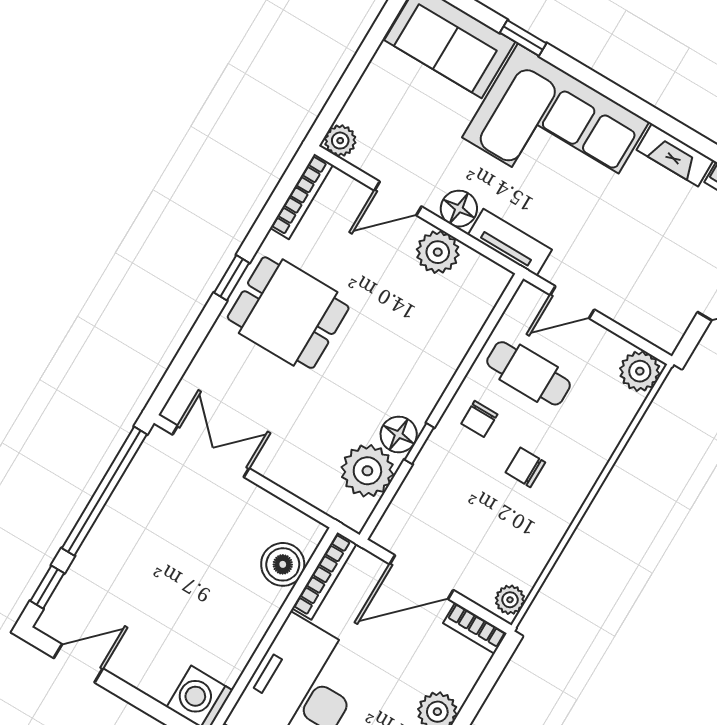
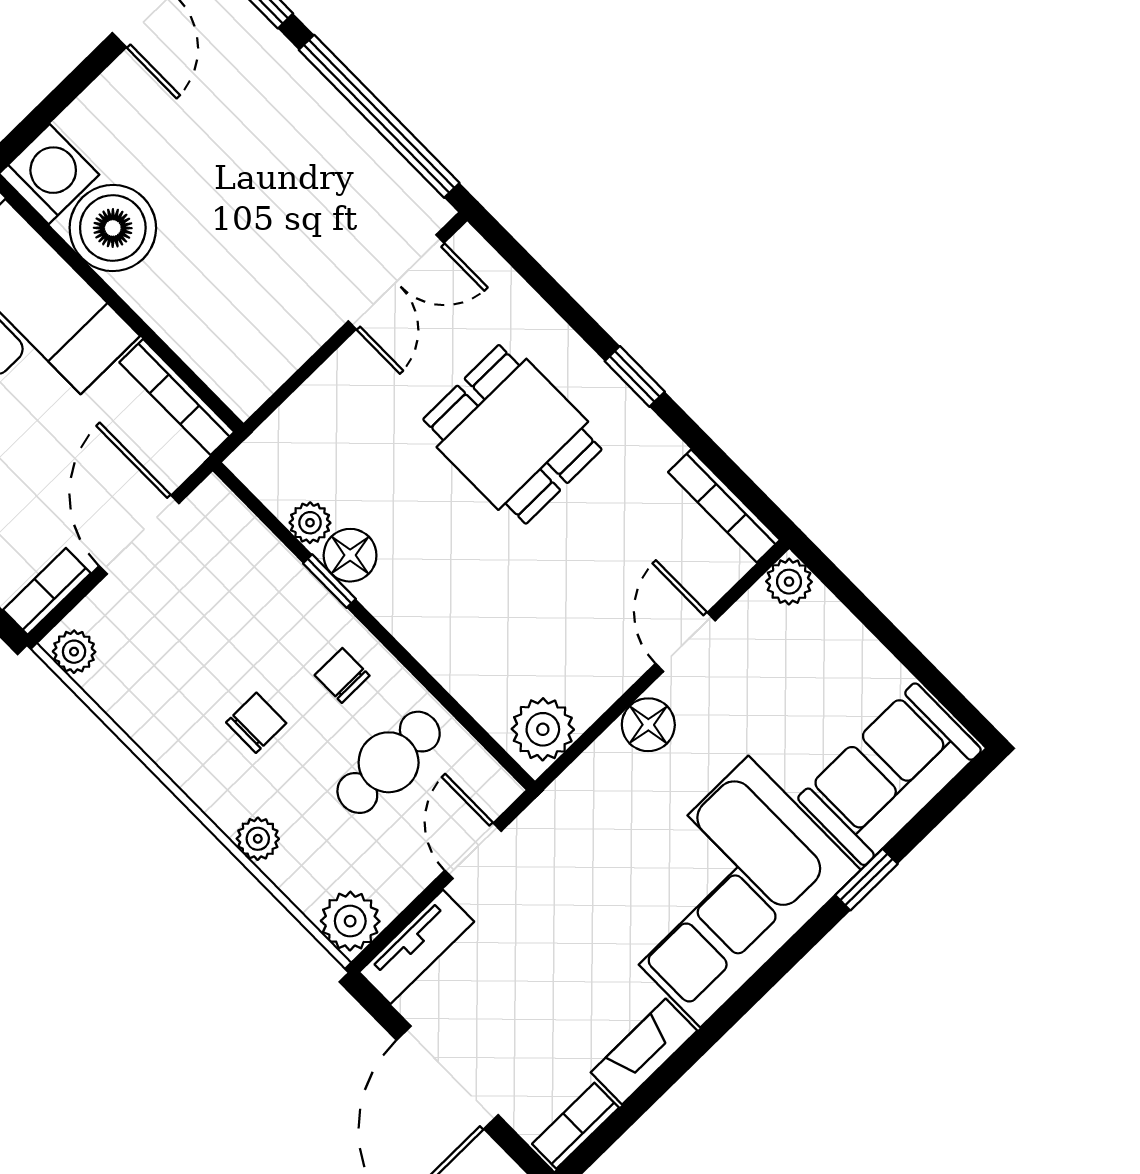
tv unit: (510, 242) -> (417, 947), moved
plant: (438, 252) -> (543, 729), moved
dining table: (288, 313) -> (512, 434), moved, turned 90
plant: (602, 446) -> (258, 839), added
plant: (367, 471) -> (310, 523), width x0.53, depth x0.53
boiler: (283, 564) -> (113, 228), moved, width x1.37, depth x1.37

